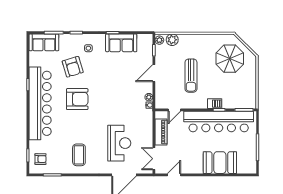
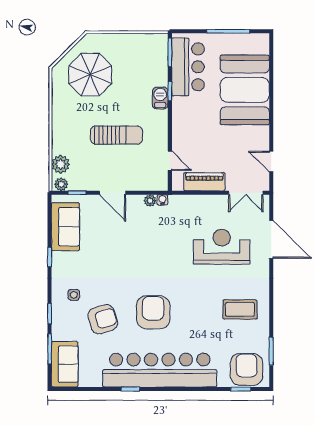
sofa: (121, 43) -> (65, 227), moved
bar counter: (219, 121) -> (188, 67), width x0.54
armchair: (40, 159) -> (247, 369), width x1.88, depth x1.88
booth: (220, 163) -> (245, 90), width x1.36, depth x1.42

